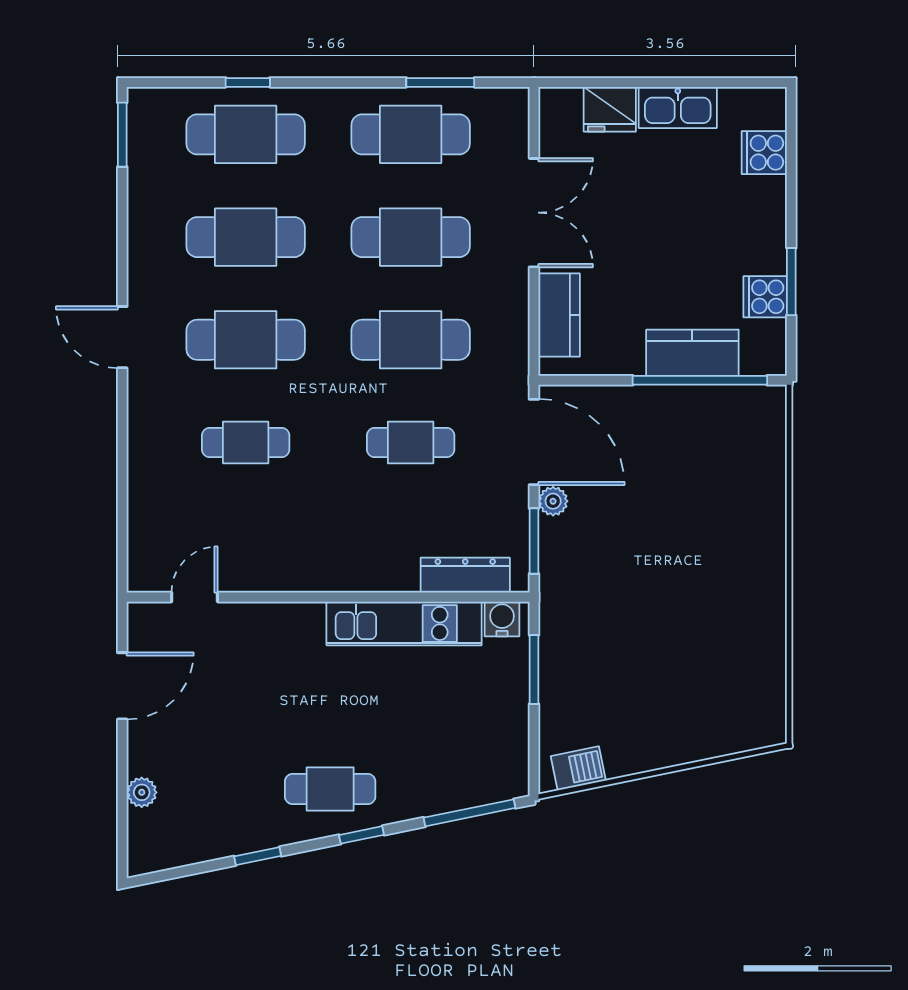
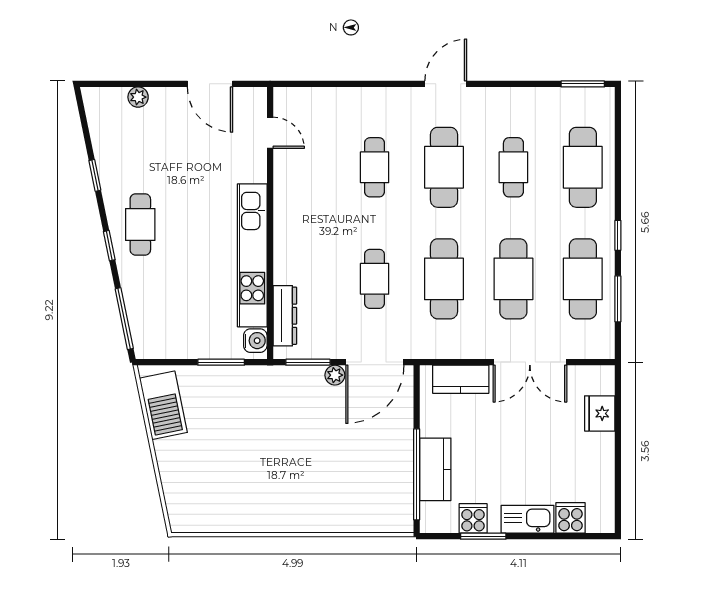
window: (248, 82) -> (618, 235), moved
kitchen sink: (678, 107) -> (528, 519), moved, turned 90
cafe table: (246, 237) -> (513, 167), width x0.73, depth x0.74
kitchen unit: (404, 623) -> (252, 255), width x1.36
barbecue: (578, 768) -> (163, 405), width x1.88, depth x1.53

